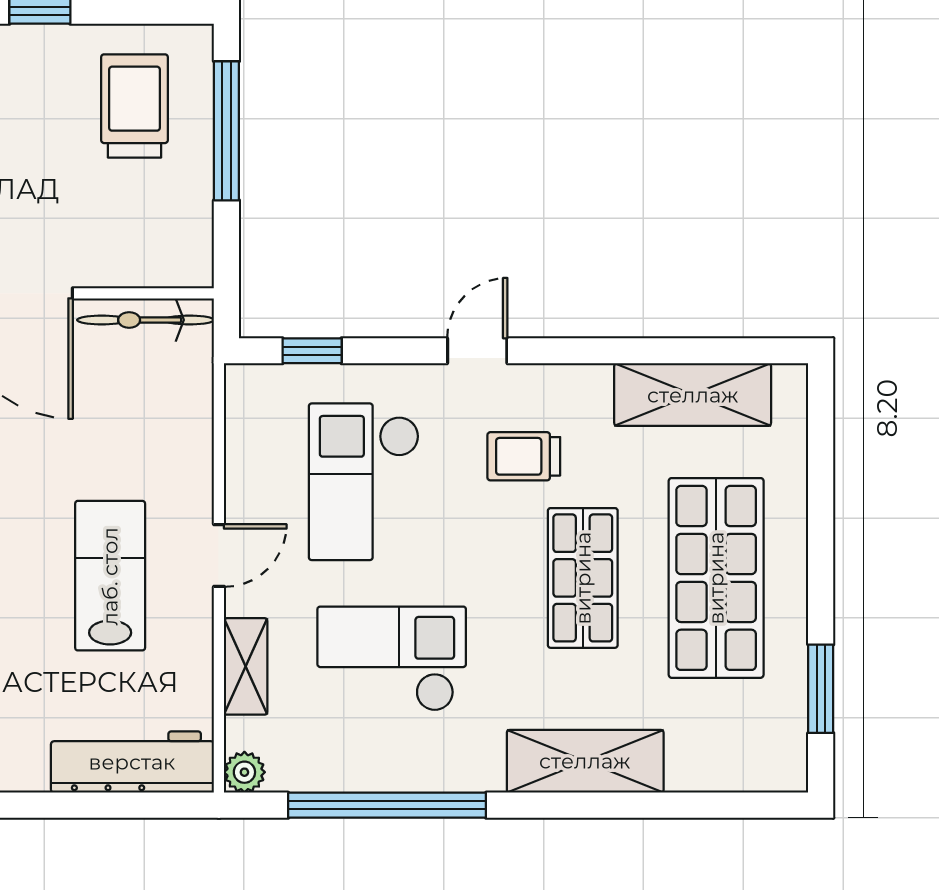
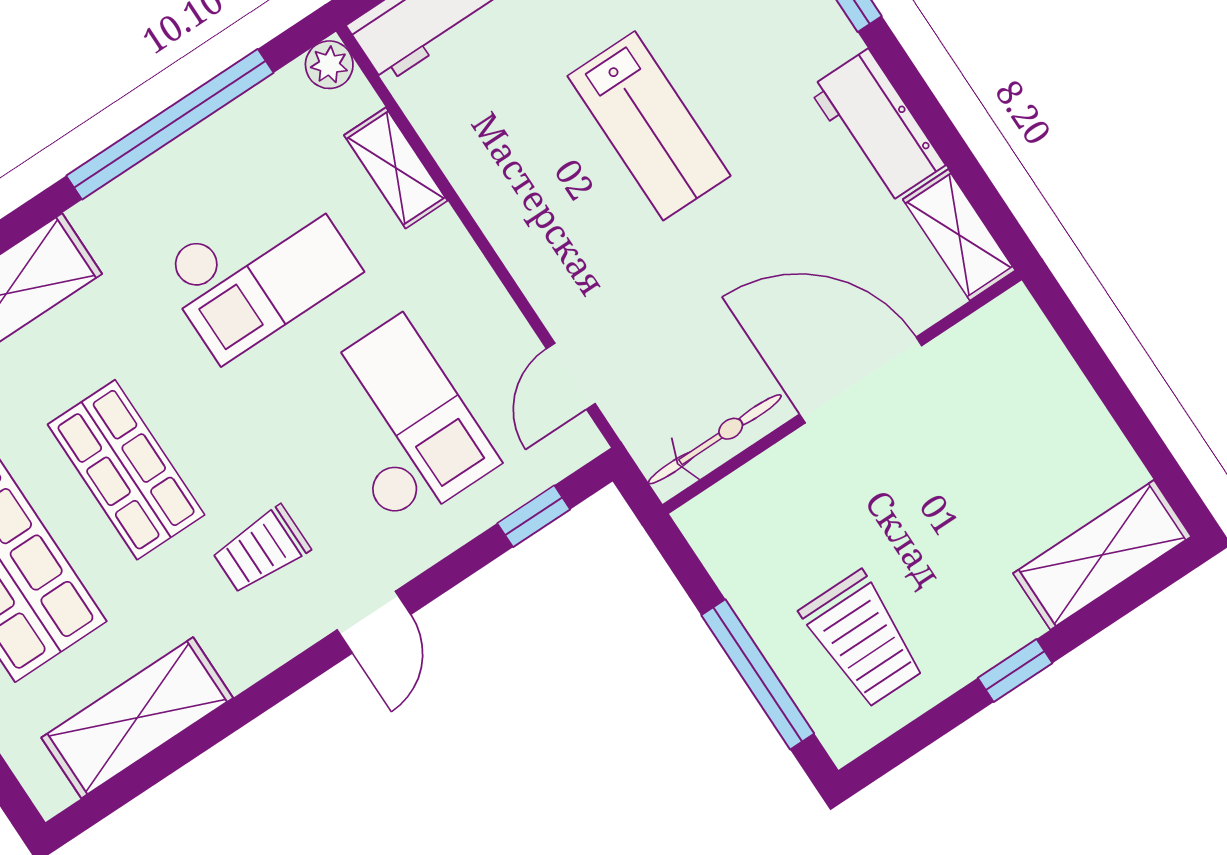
trolley: (524, 456) -> (261, 550), turned 180
door: (219, 556) -> (571, 376), moved
lab bench: (110, 576) -> (649, 126), moved

